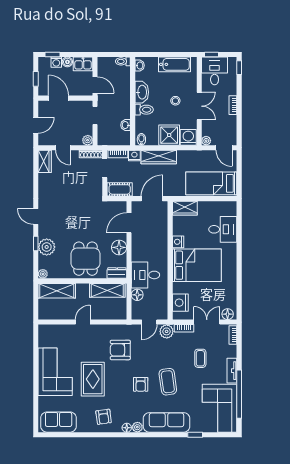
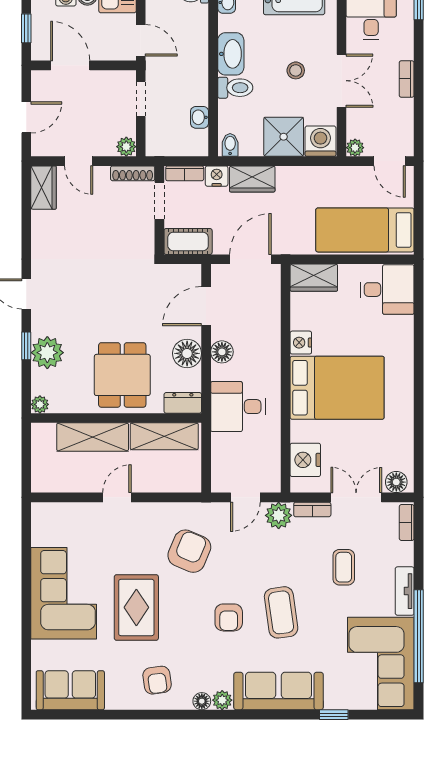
wardrobe: (159, 157) -> (252, 179), width x0.67
desk: (223, 229) -> (387, 290), moved
shelving: (57, 291) -> (93, 437), moved
floor lamp: (137, 295) -> (222, 352), moved
armchair: (120, 350) -> (189, 551), turned 113

